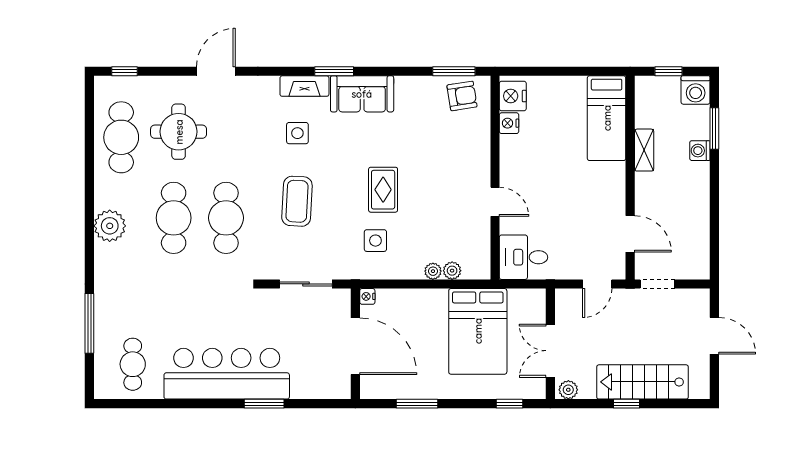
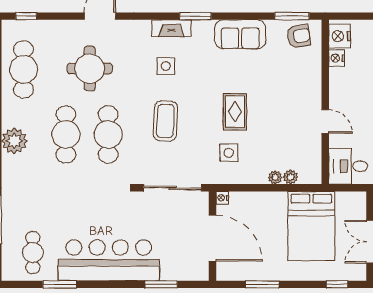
sofa: (362, 94) -> (240, 34), moved
round table: (179, 132) -> (90, 69), moved
sliding door: (306, 284) -> (173, 188), width x1.37
window: (166, 404) -> (60, 284), added
window: (264, 404) -> (161, 284), moved

